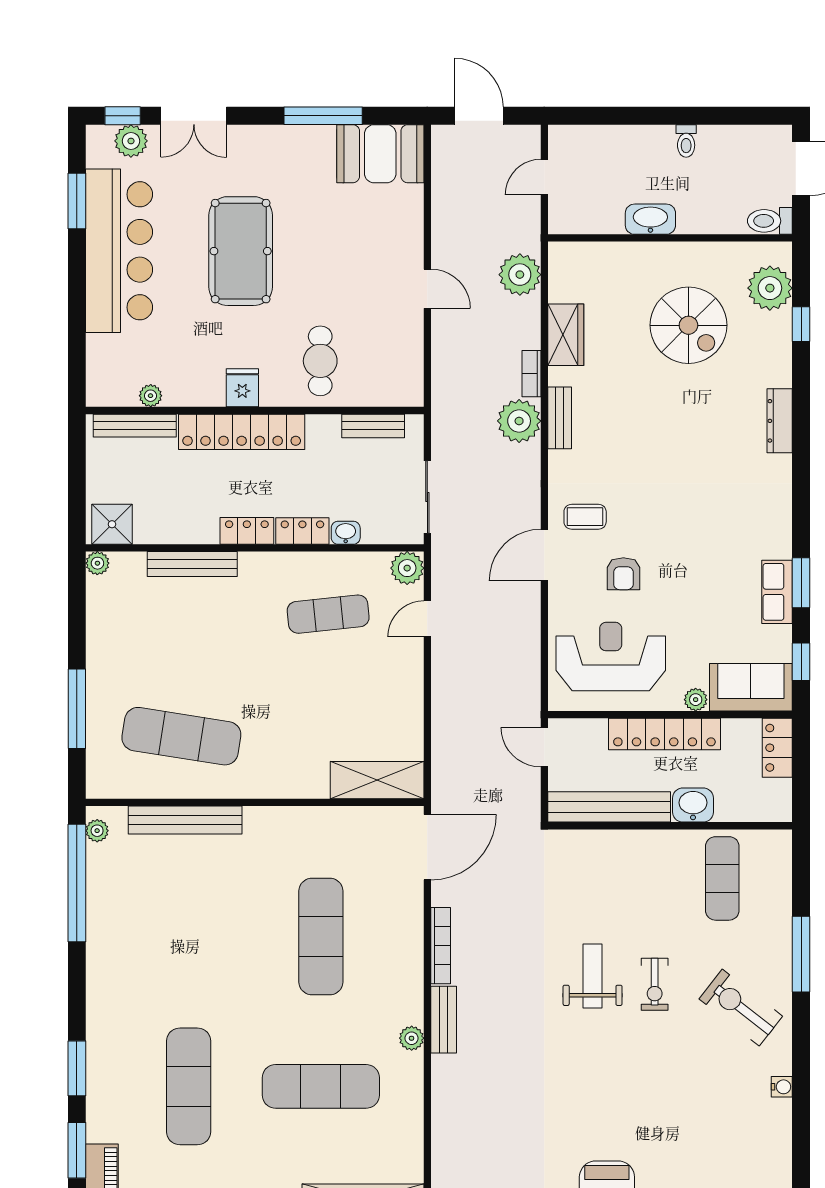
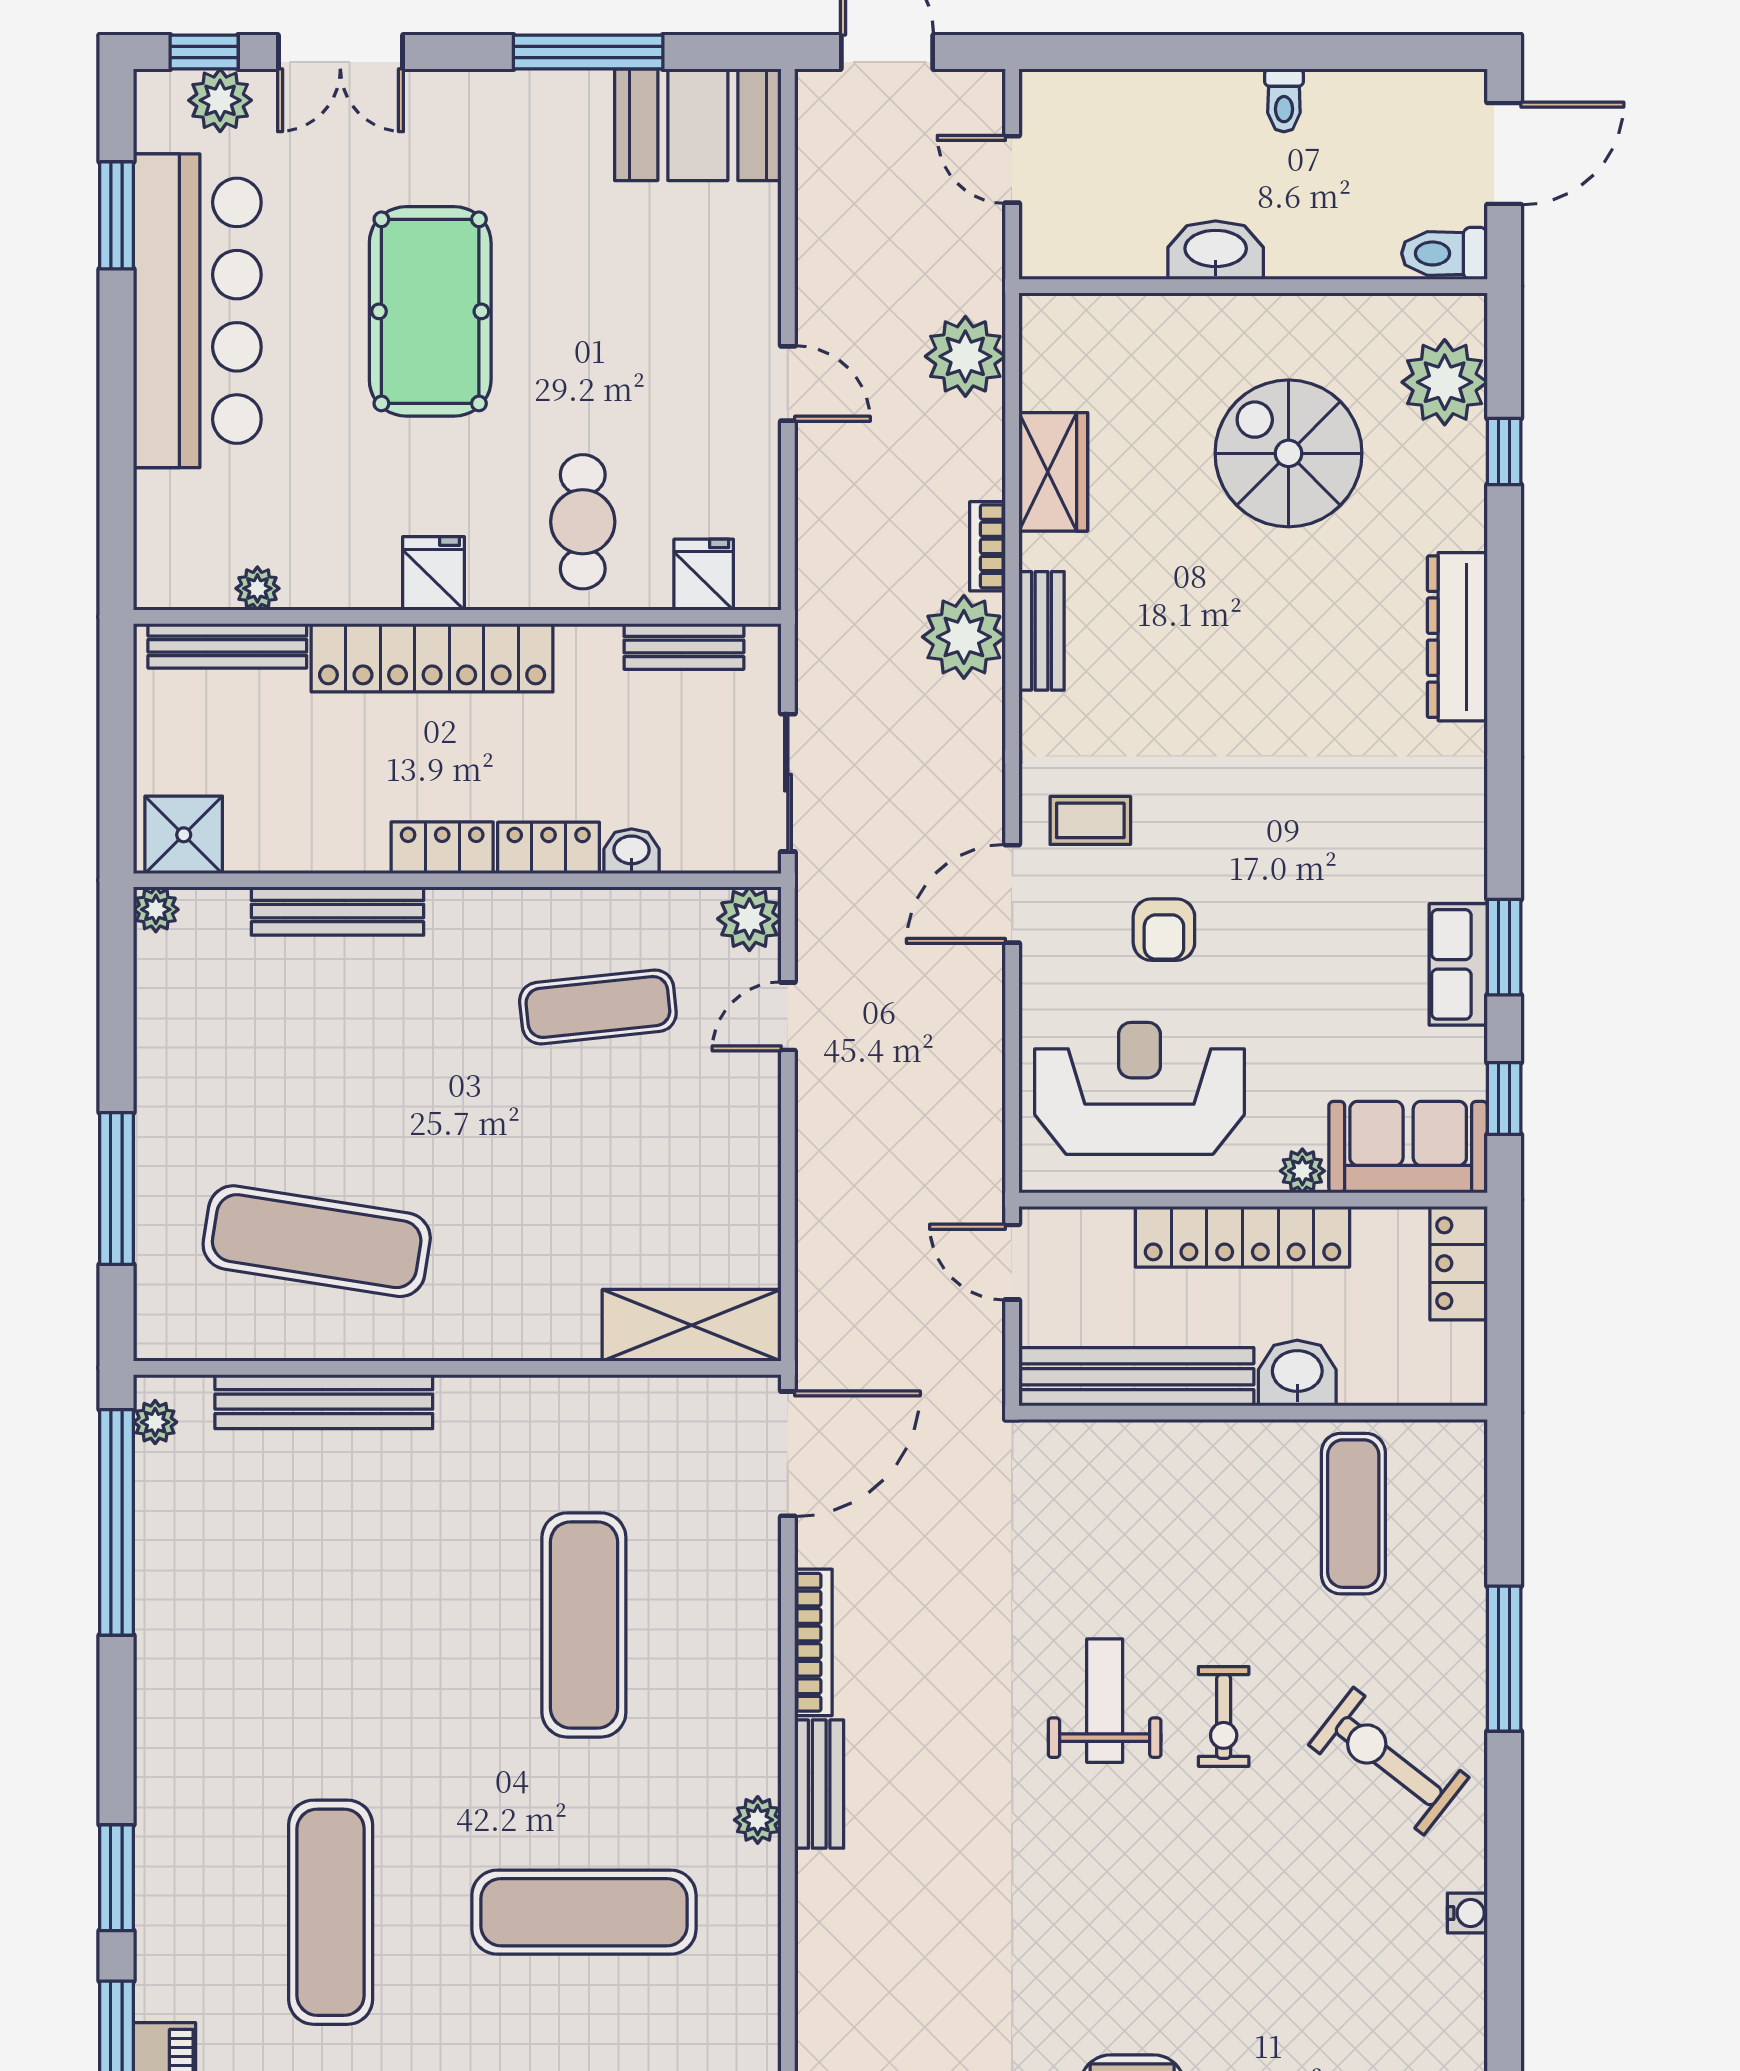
door: (544, 177) -> (1012, 169), hinge flipped
spiral stairs: (688, 325) -> (1289, 453), turned 180
fridge: (383, 388) -> (704, 575), added
dresser: (780, 421) -> (1457, 637), width x1.37, depth x1.24

